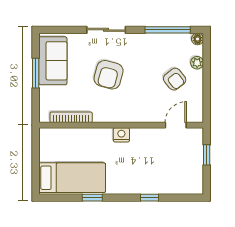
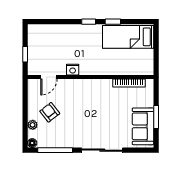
sliding door: (106, 30) -> (102, 150), width x1.37
armchair: (109, 75) -> (100, 116), removed
nightstand: (121, 135) -> (73, 70), moved
window: (150, 198) -> (89, 22), moved

